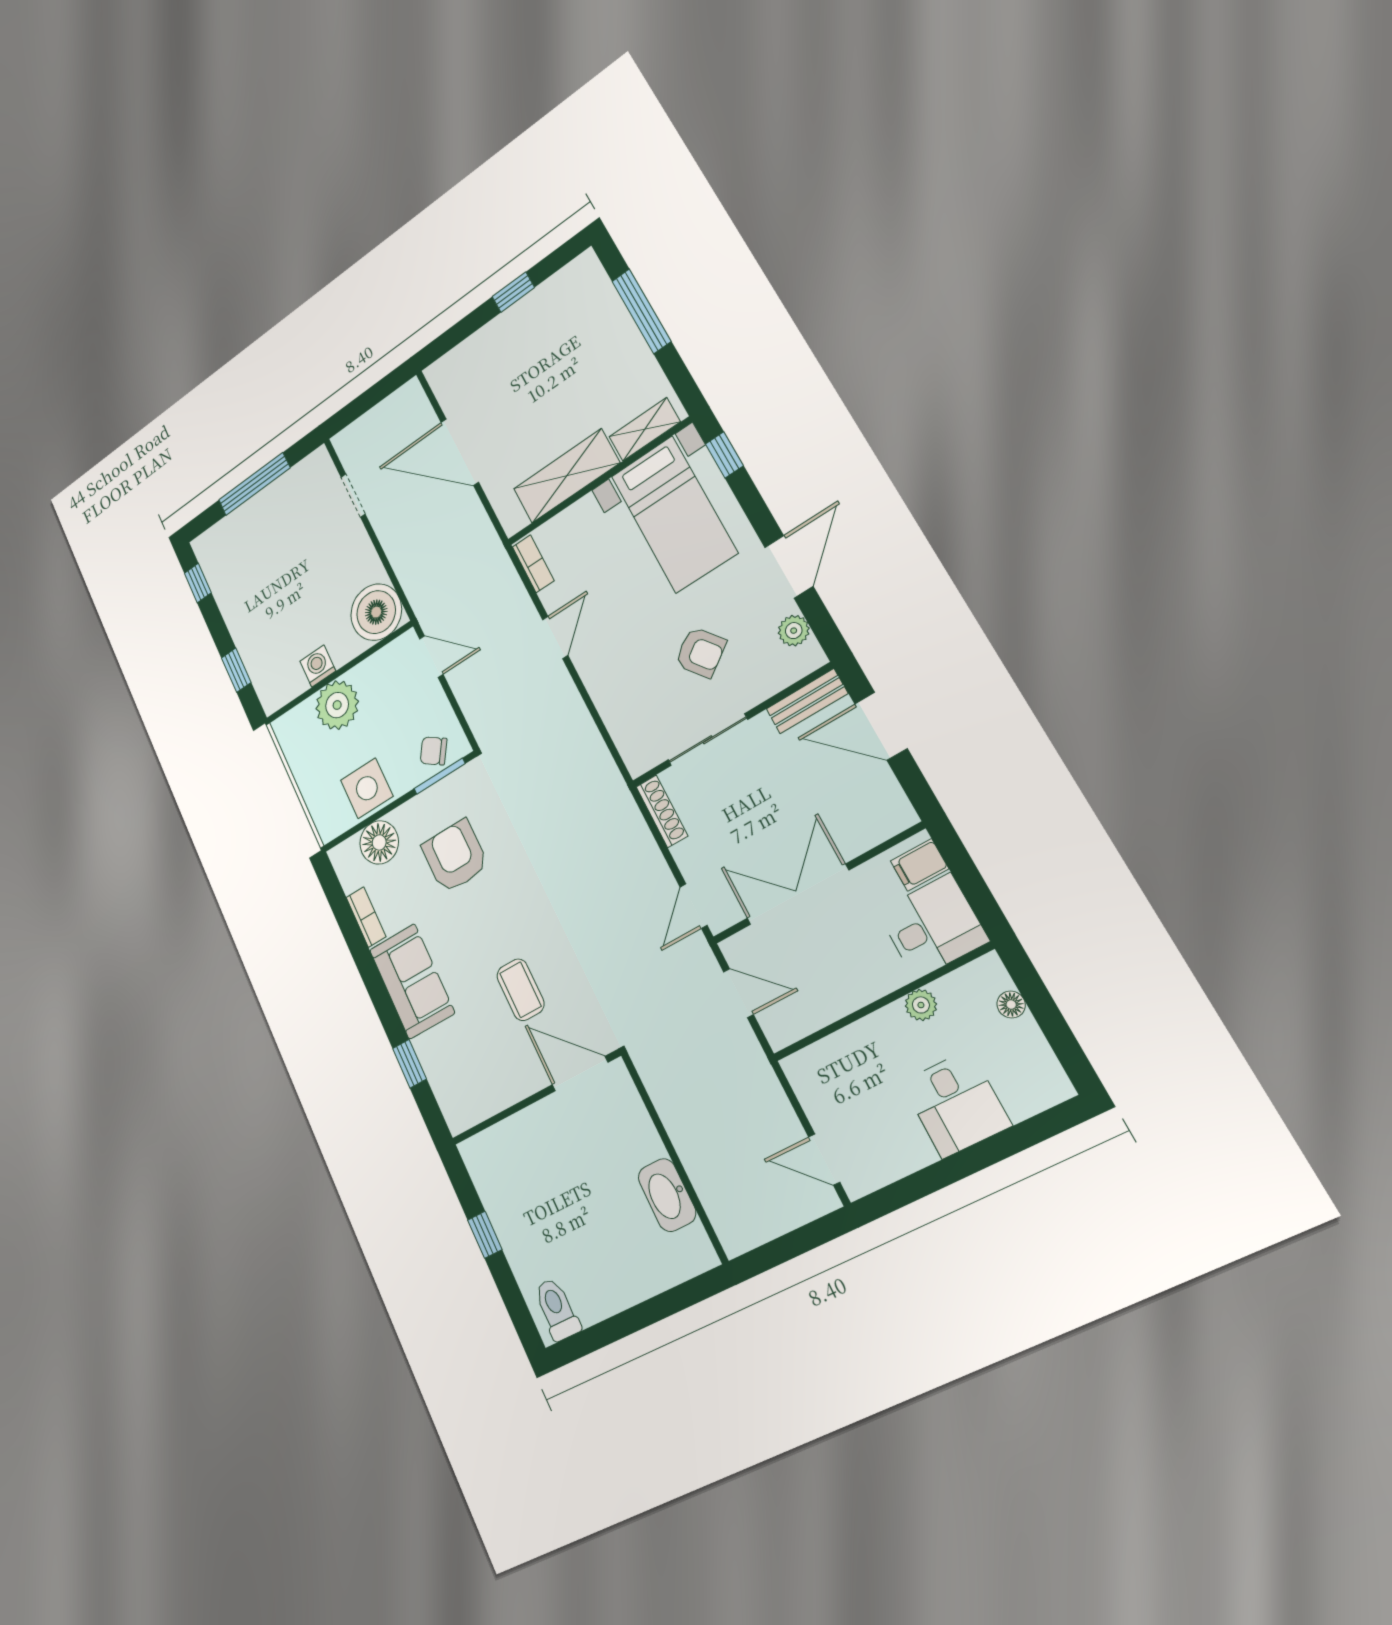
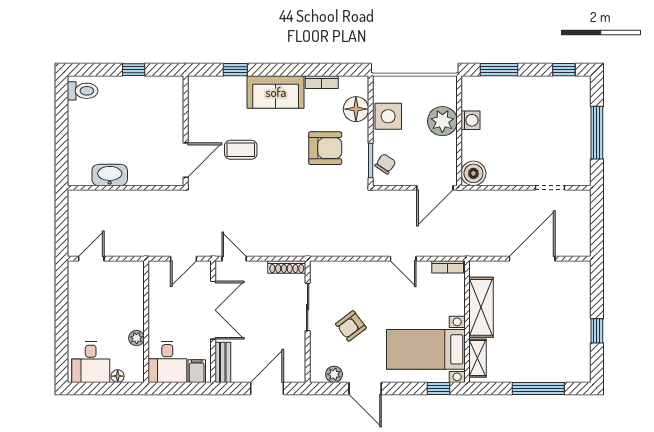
boiler: (376, 612) -> (473, 173), width x0.73, depth x0.73
door: (431, 657) -> (435, 188), width x1.38
window: (236, 670) -> (499, 70), width x1.50
bench: (807, 701) -> (223, 362), moved
desk: (956, 1104) -> (91, 362), moved, turned -90

